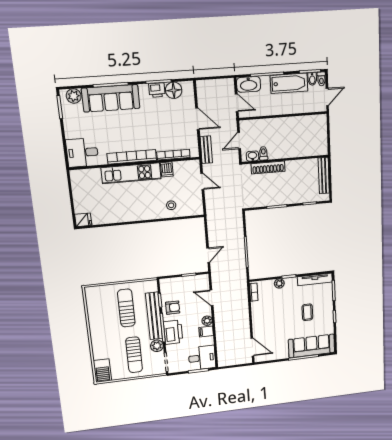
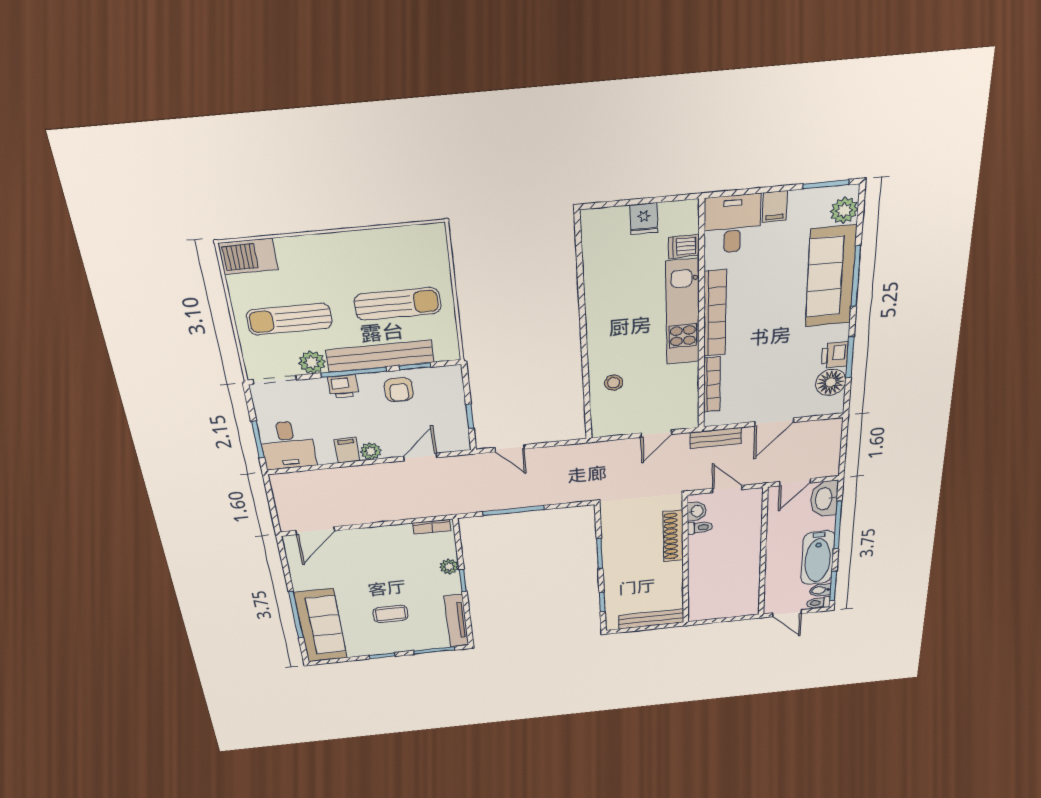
filing cabinet: (72, 132) -> (775, 207), added
dishwasher: (167, 169) -> (684, 246), moved
fridge: (83, 220) -> (644, 219), moved
printer: (173, 332) -> (343, 386), width x0.53, depth x0.68

